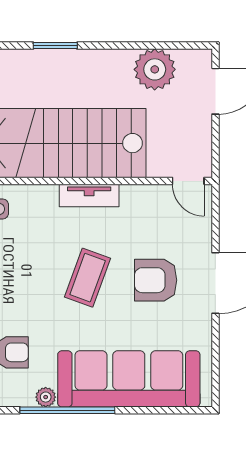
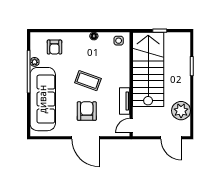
tv unit: (89, 195) -> (125, 101), moved

